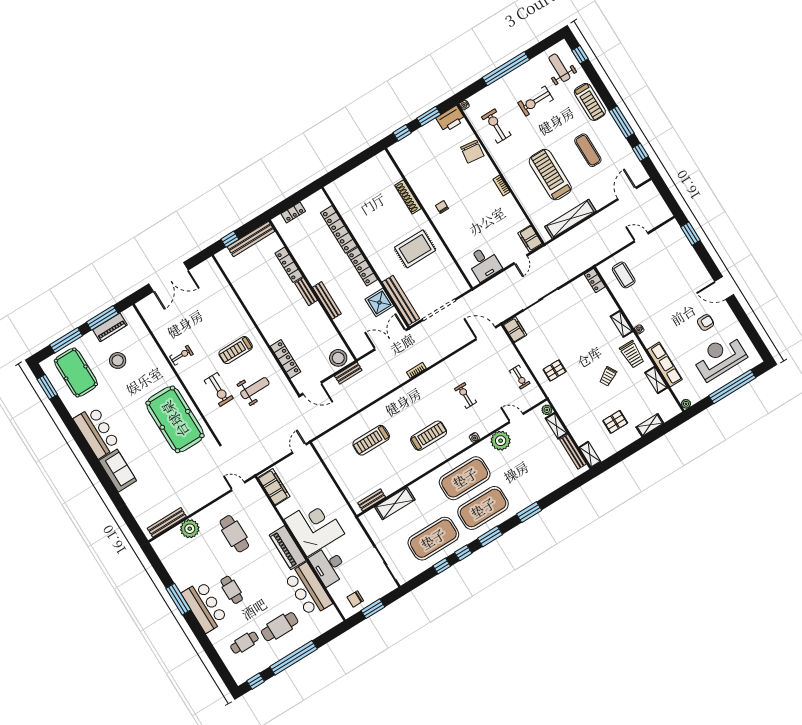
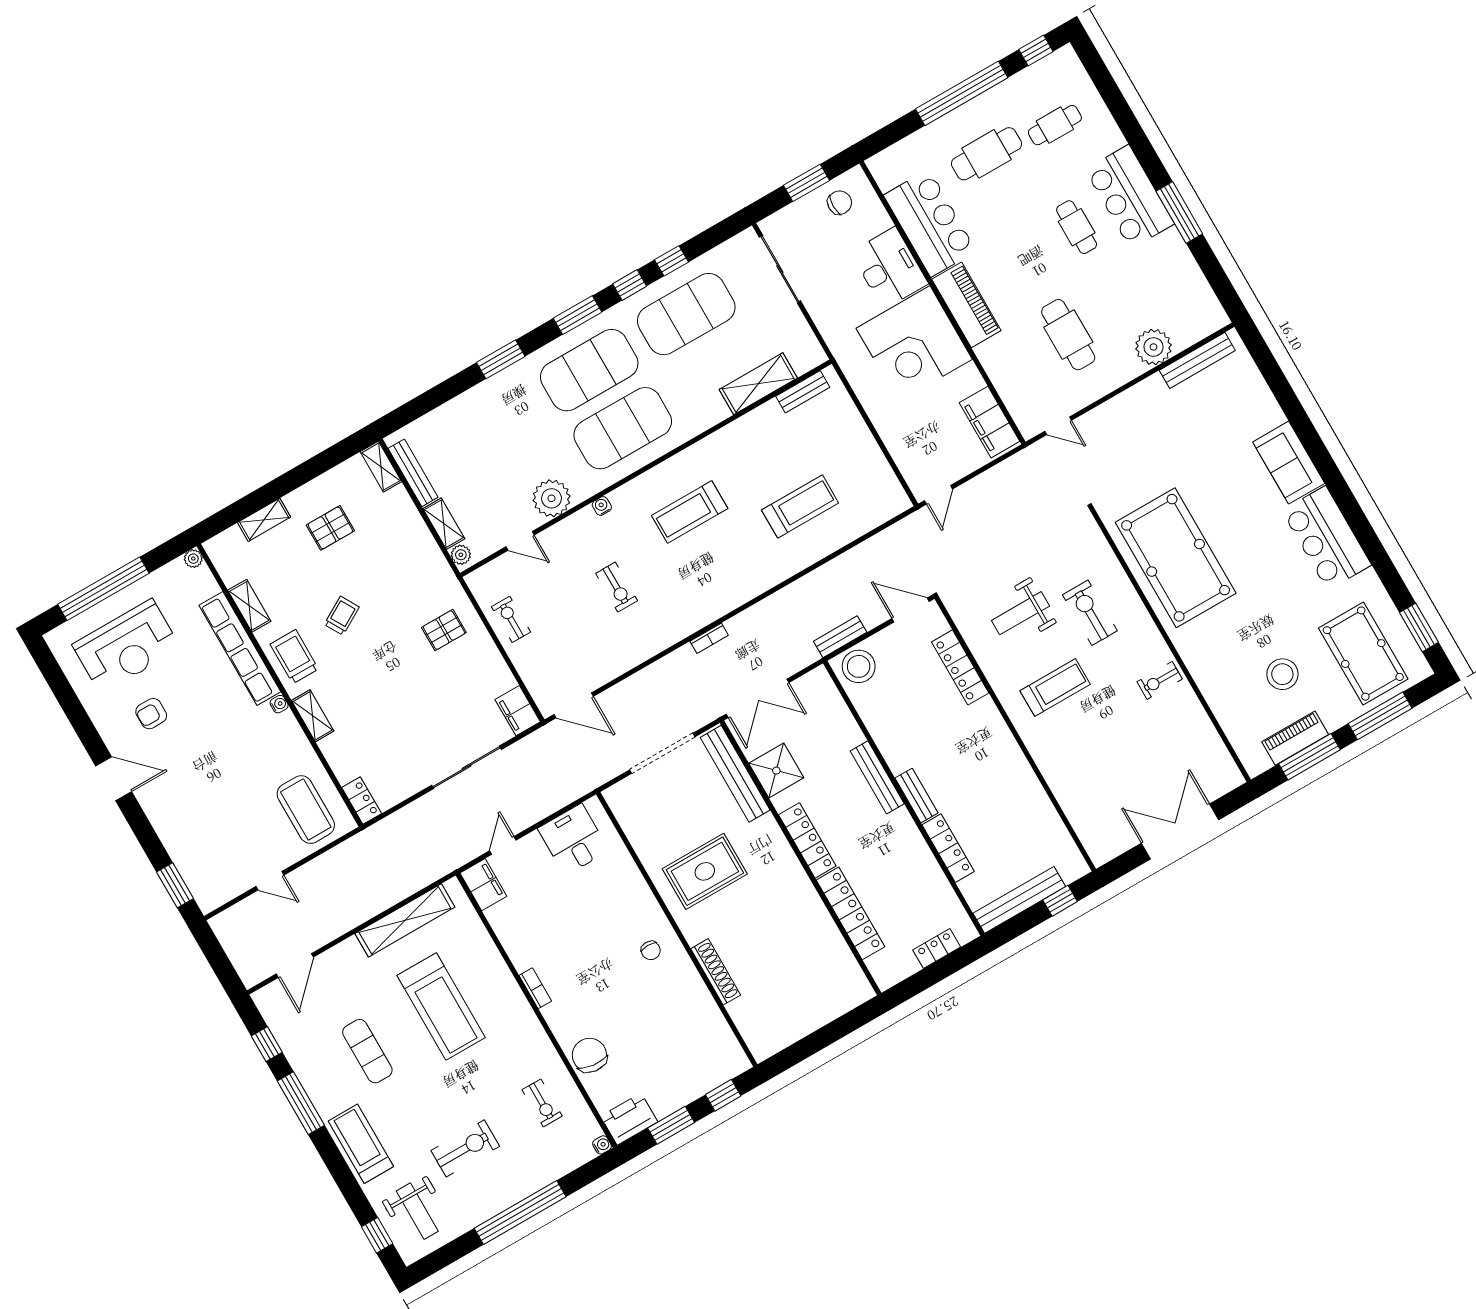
exercise bike: (496, 126) -> (542, 1103), width x0.73, depth x0.72
coffee table: (624, 275) -> (306, 810), width x1.36, depth x1.32
row of seats: (665, 365) -> (240, 648), width x1.36

